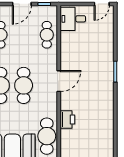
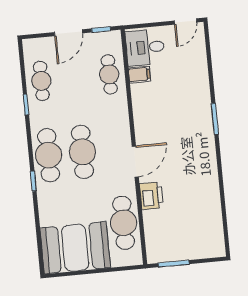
filing cabinet: (67, 37) -> (139, 75), added
door: (59, 81) -> (135, 161), moved

